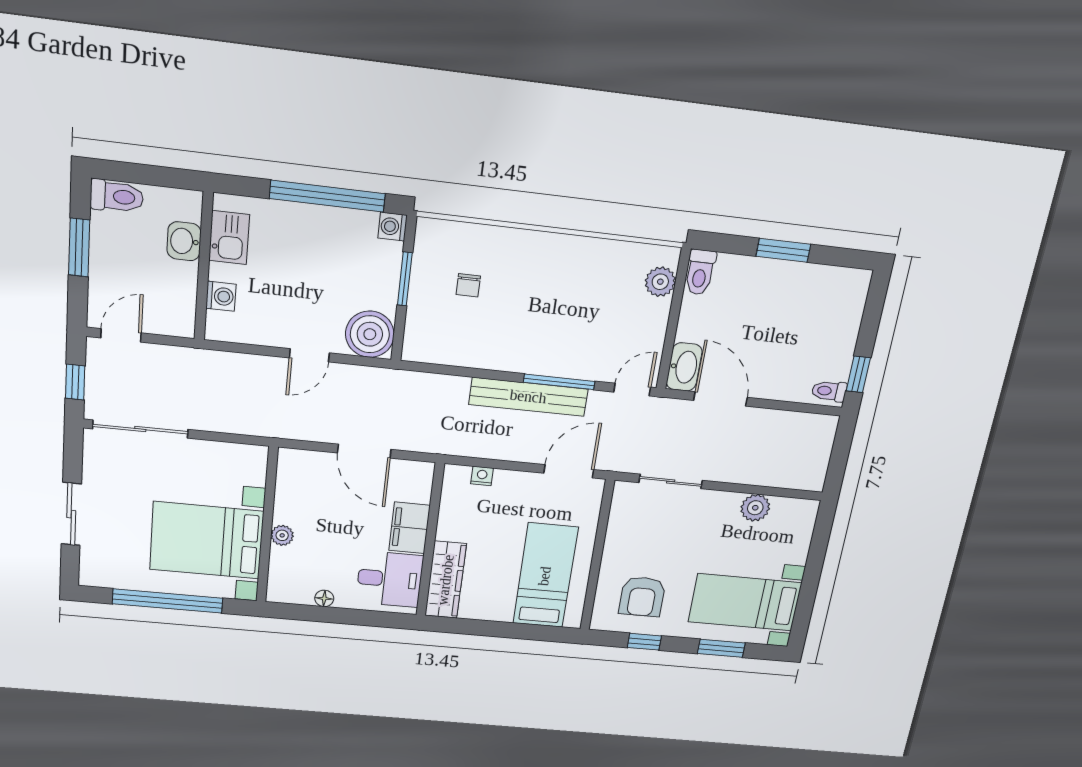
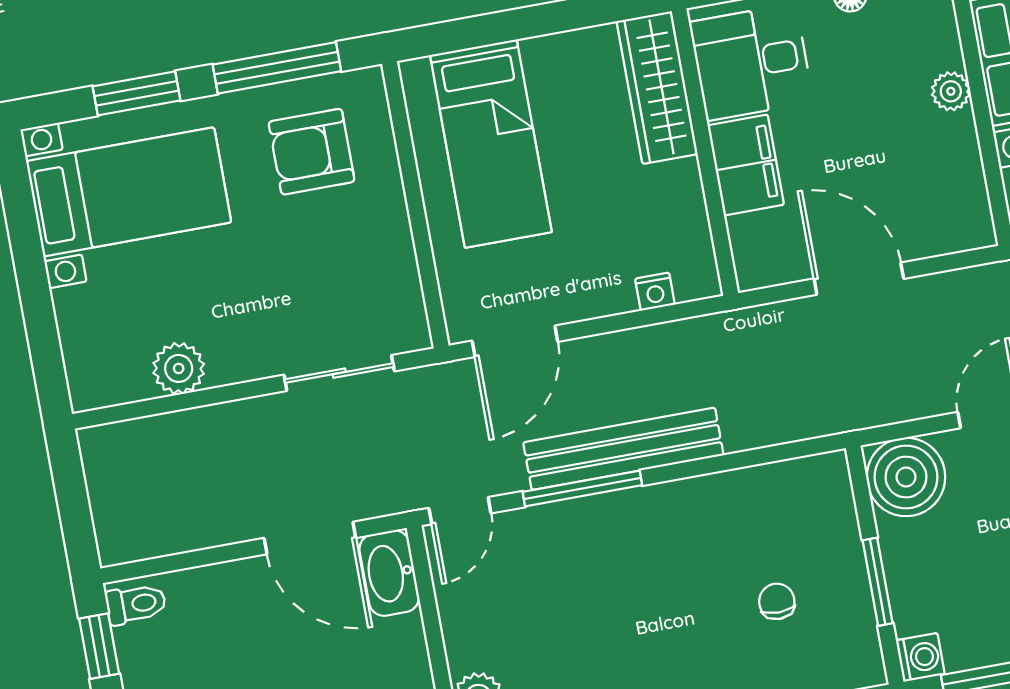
armchair: (642, 597) -> (312, 152), turned -90
window: (644, 642) -> (277, 68), width x2.17

